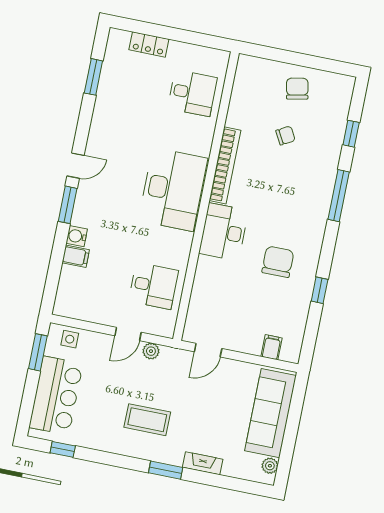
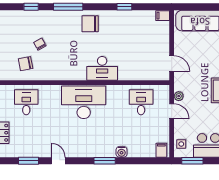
chair: (297, 89) -> (26, 64), moved
bookcase: (225, 165) -> (64, 75), removed
door: (76, 166) -> (58, 161), moved
filing cabinet: (76, 256) -> (161, 150), moved
chair: (278, 262) -> (90, 24), moved
filing cabinet: (272, 347) -> (163, 16), moved

